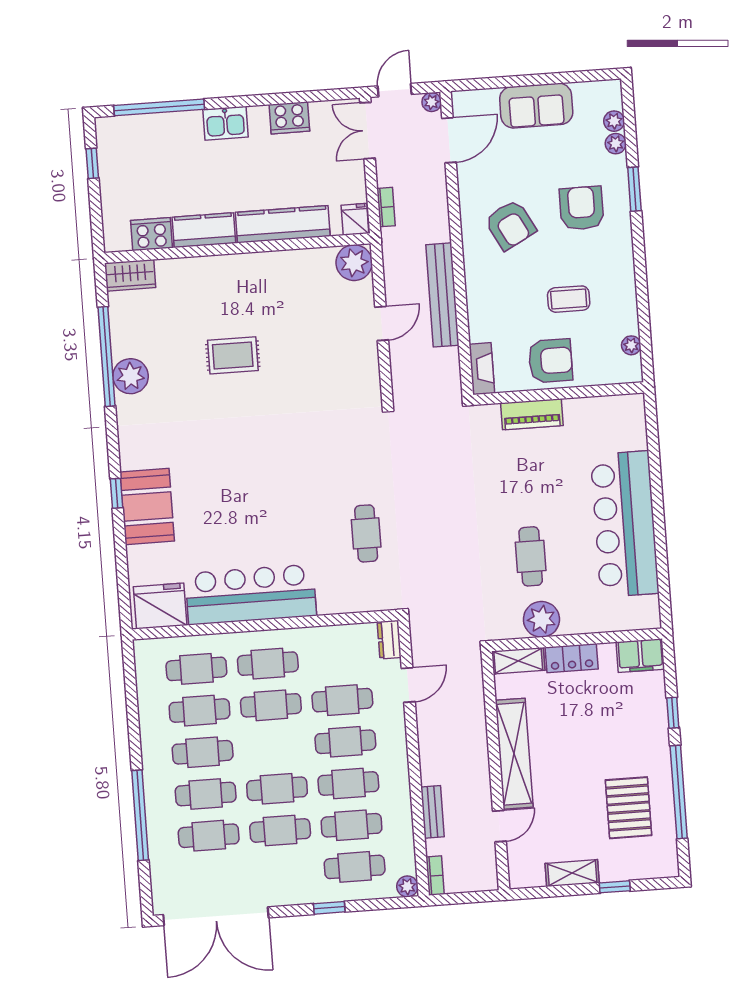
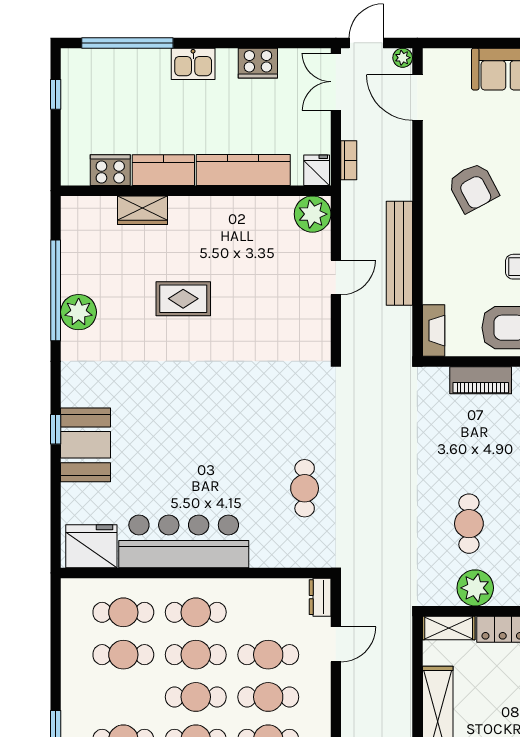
door: (449, 140) -> (417, 98), swing flipped
wardrobe: (130, 275) -> (142, 210), moved
cafe table: (203, 752) -> (196, 697), moved

